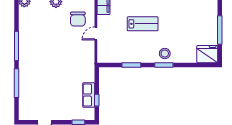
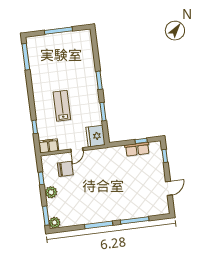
door: (96, 33) -> (77, 150), hinge flipped
stool: (165, 54) -> (88, 81), removed
fridge: (207, 54) -> (95, 136), moved

